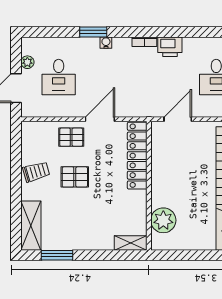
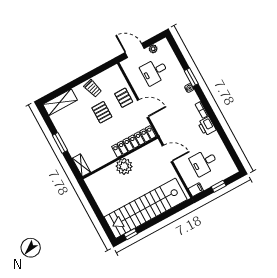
plant: (163, 220) -> (124, 166), moved
window: (57, 255) -> (60, 143), moved

